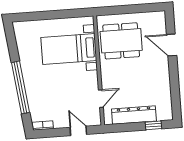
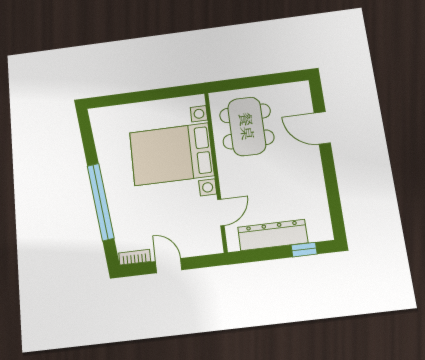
dining table: (121, 41) -> (247, 126), turned 90
bed with nightstands: (69, 49) -> (172, 154), width x1.36
door: (78, 131) -> (169, 266), moved

